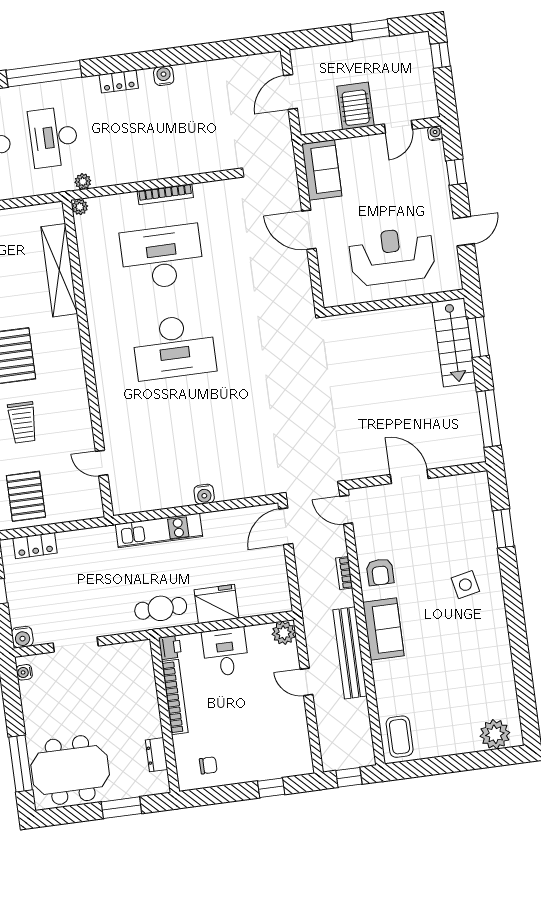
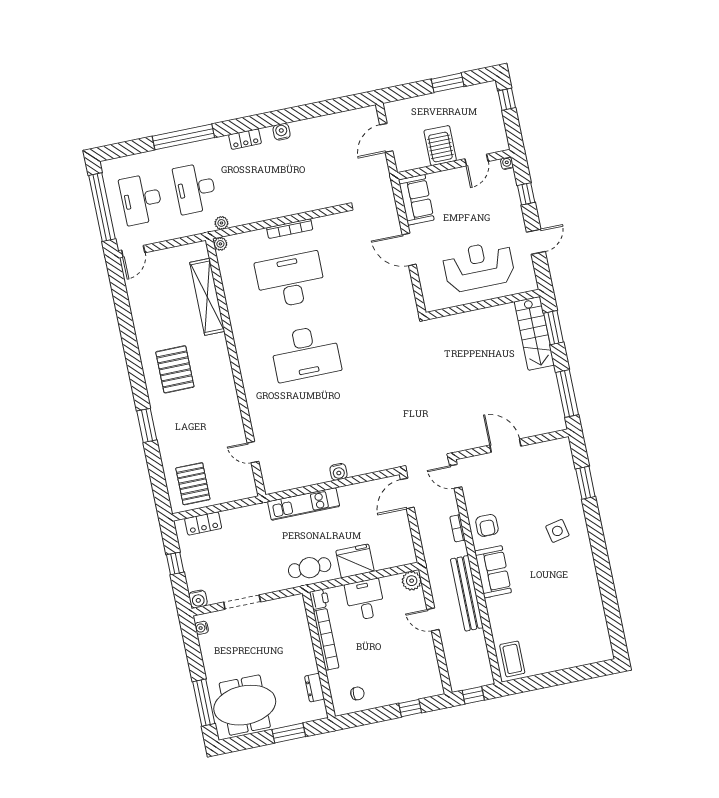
trolley: (22, 422) -> (186, 424), removed
plant: (495, 734) -> (590, 652), removed

